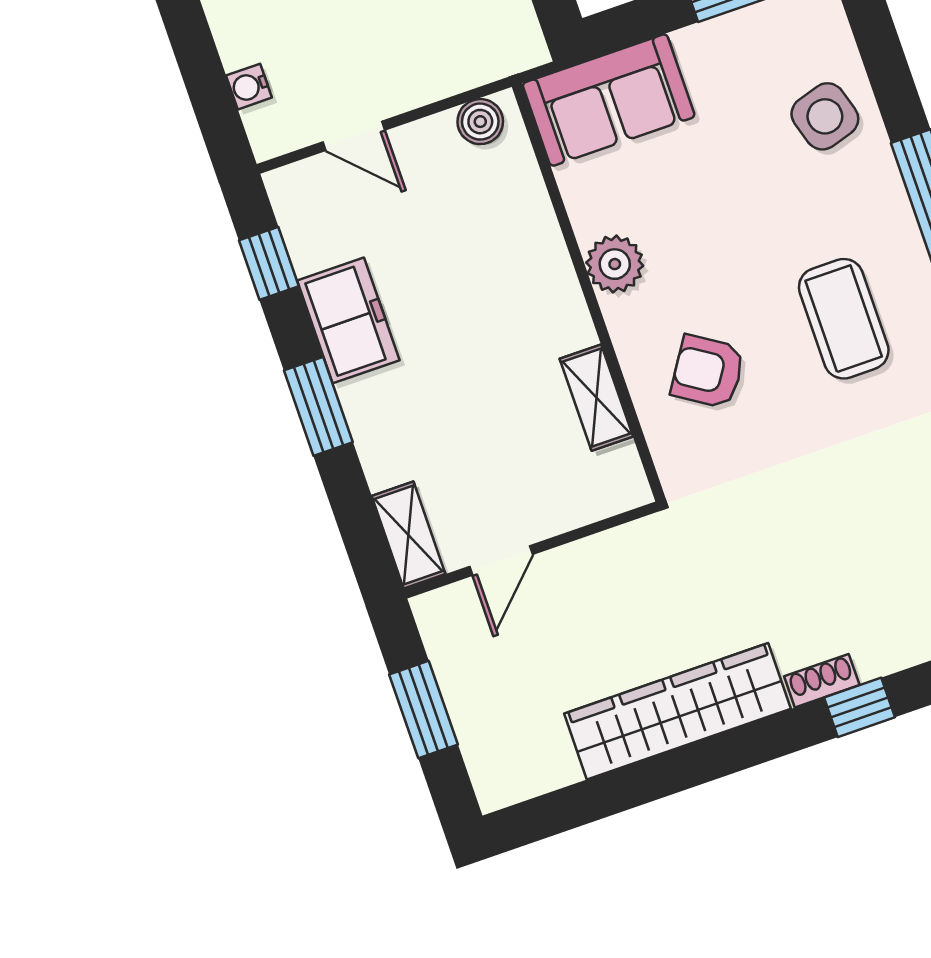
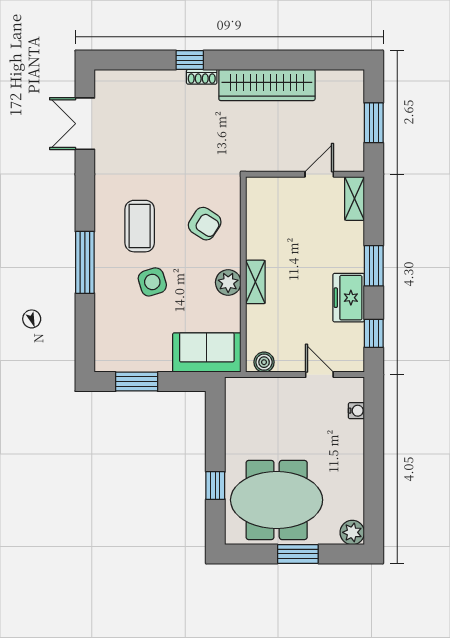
side table: (825, 116) -> (152, 282), moved
shelving: (596, 398) -> (255, 282), moved

